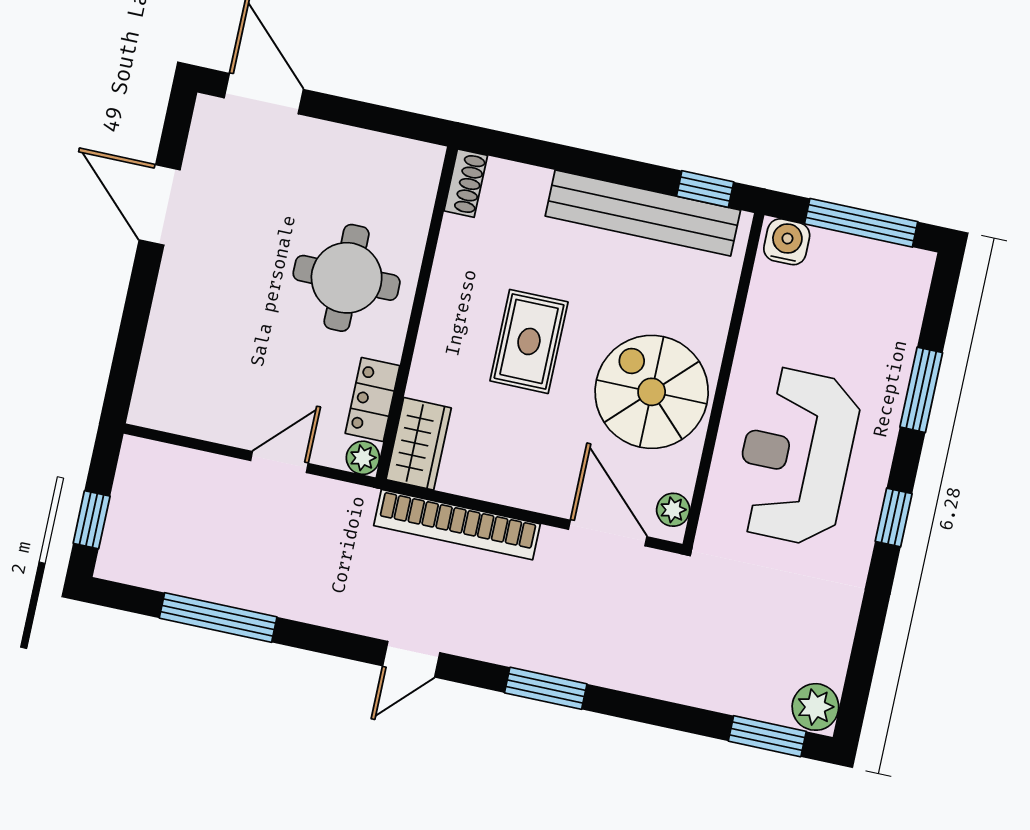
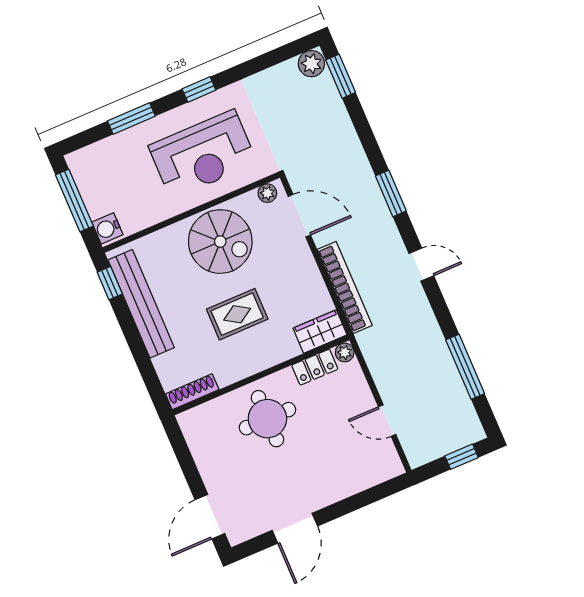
shoe rack: (466, 183) -> (192, 392), width x1.43
spiral stairs: (652, 392) -> (220, 242), turned -90
door: (279, 462) -> (387, 421), moved
door: (608, 533) -> (299, 216), swing flipped

